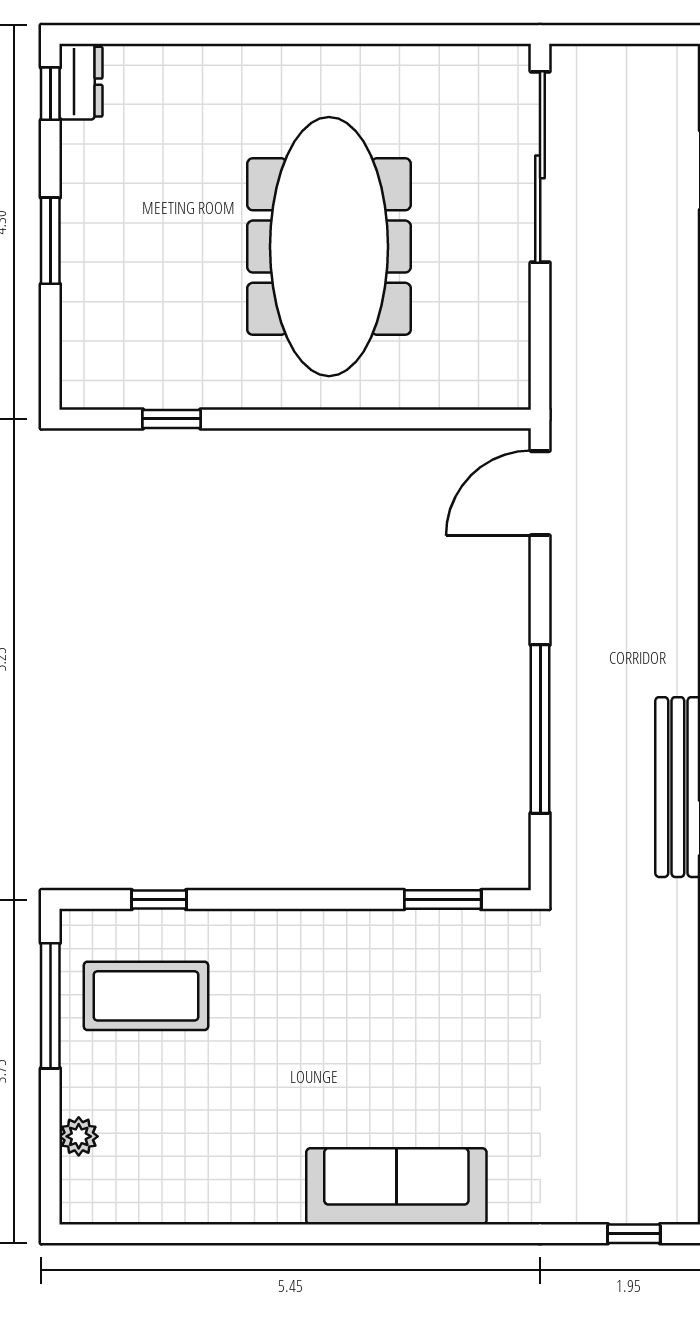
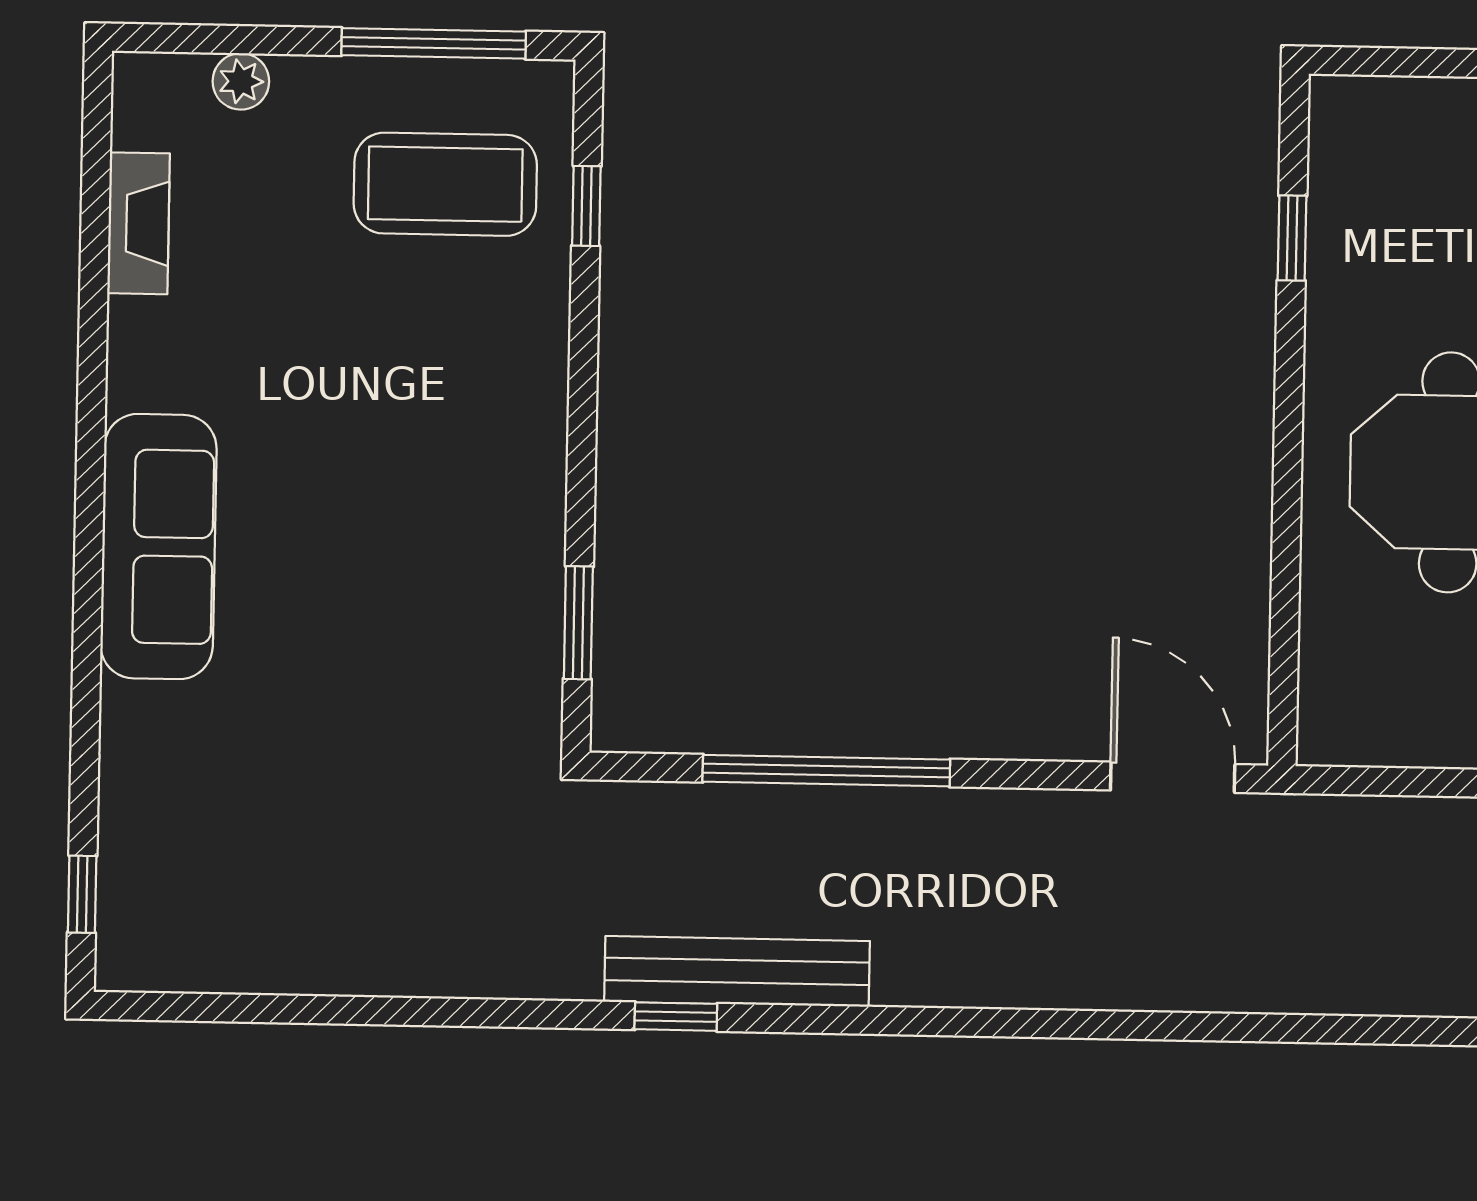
coffee table: (146, 996) -> (445, 184), turned 90
fireplace: (177, 1204) -> (139, 223), added

